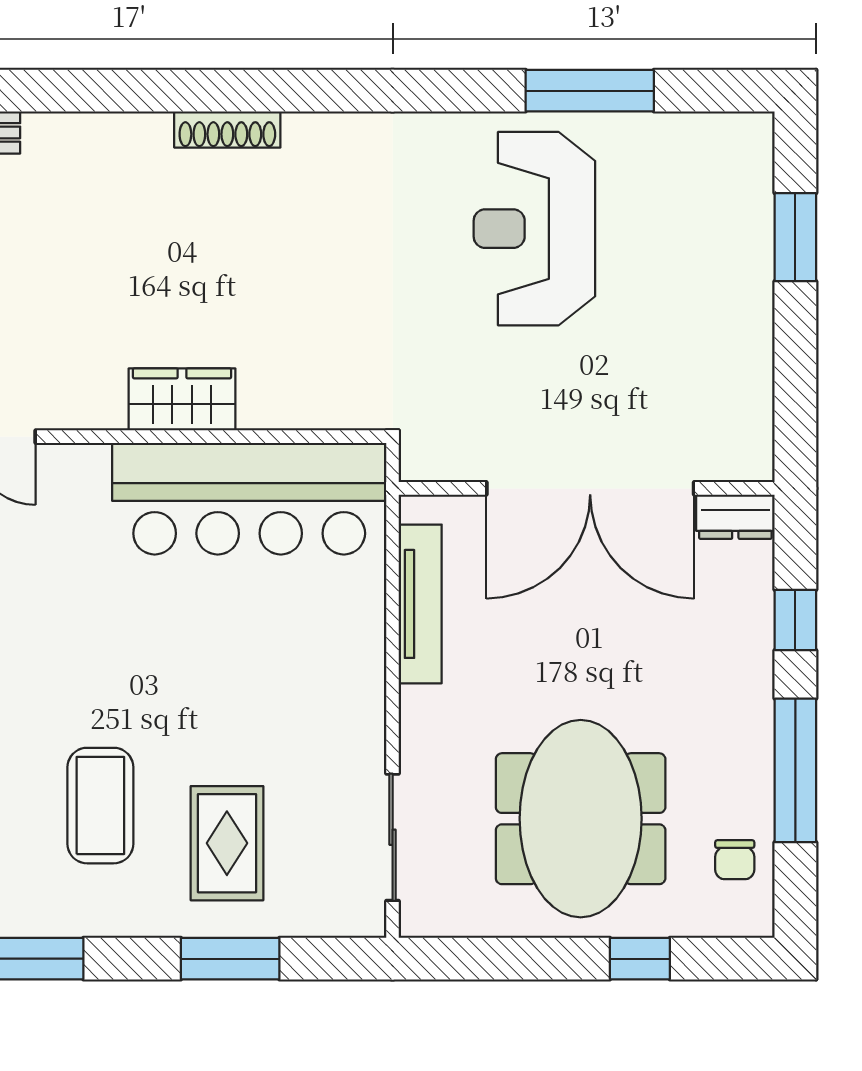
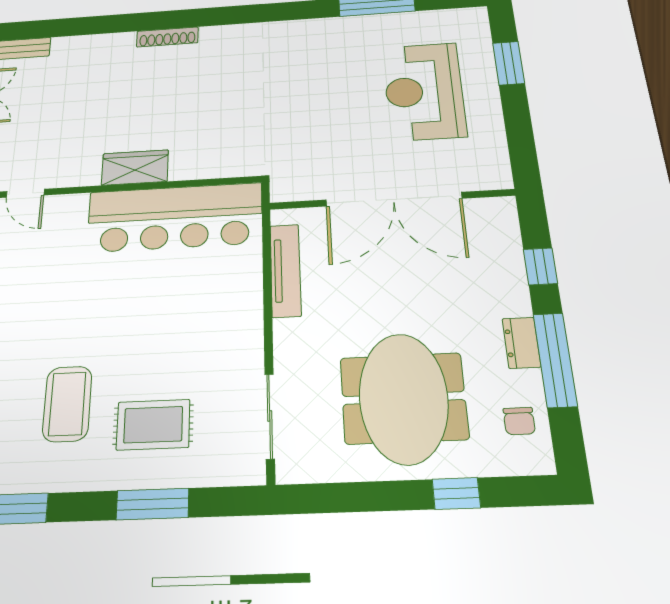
reception desk: (534, 229) -> (424, 91), moved
dresser: (735, 517) -> (521, 343), moved, turned 90
rug: (227, 843) -> (153, 425), turned 90

